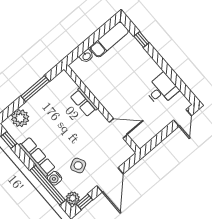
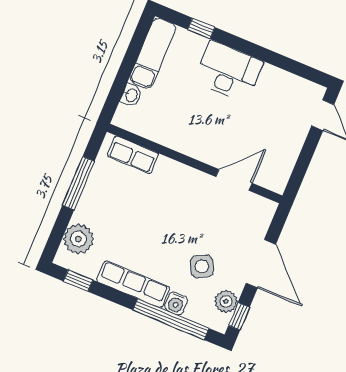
desk: (162, 90) -> (229, 71), moved, width x1.37
row of seats: (84, 102) -> (133, 155), moved
plant: (73, 198) -> (226, 301), moved

